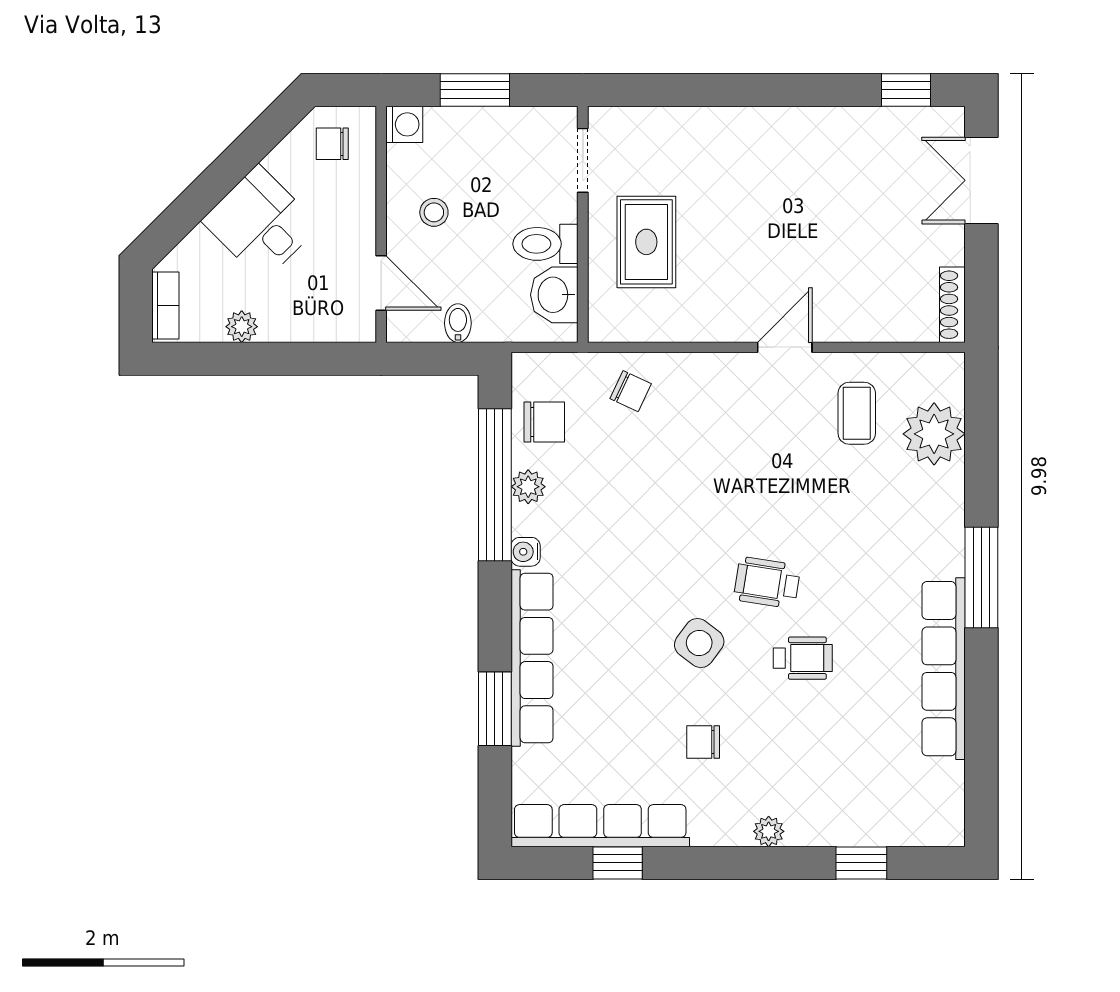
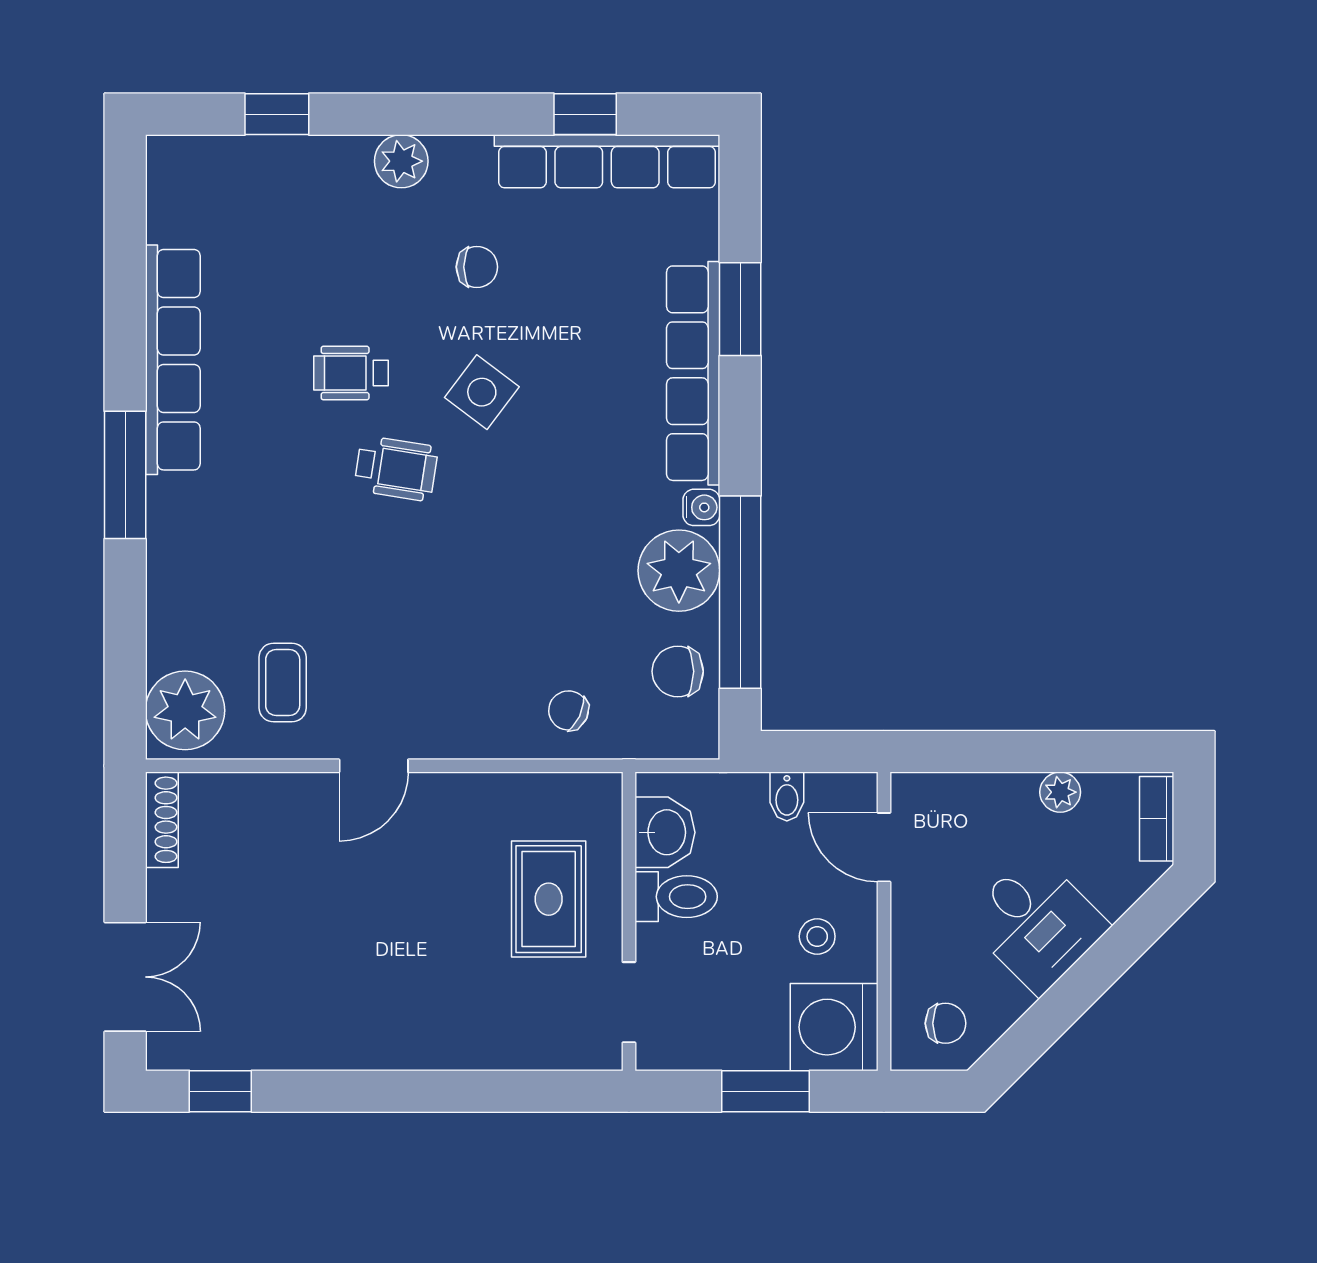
washing machine: (404, 124) -> (834, 1027), width x1.89, depth x1.89
plant: (934, 434) -> (185, 710), moved
plant: (528, 487) -> (679, 571), width x1.88, depth x1.88
plant: (769, 831) -> (401, 161), width x1.38, depth x1.38

